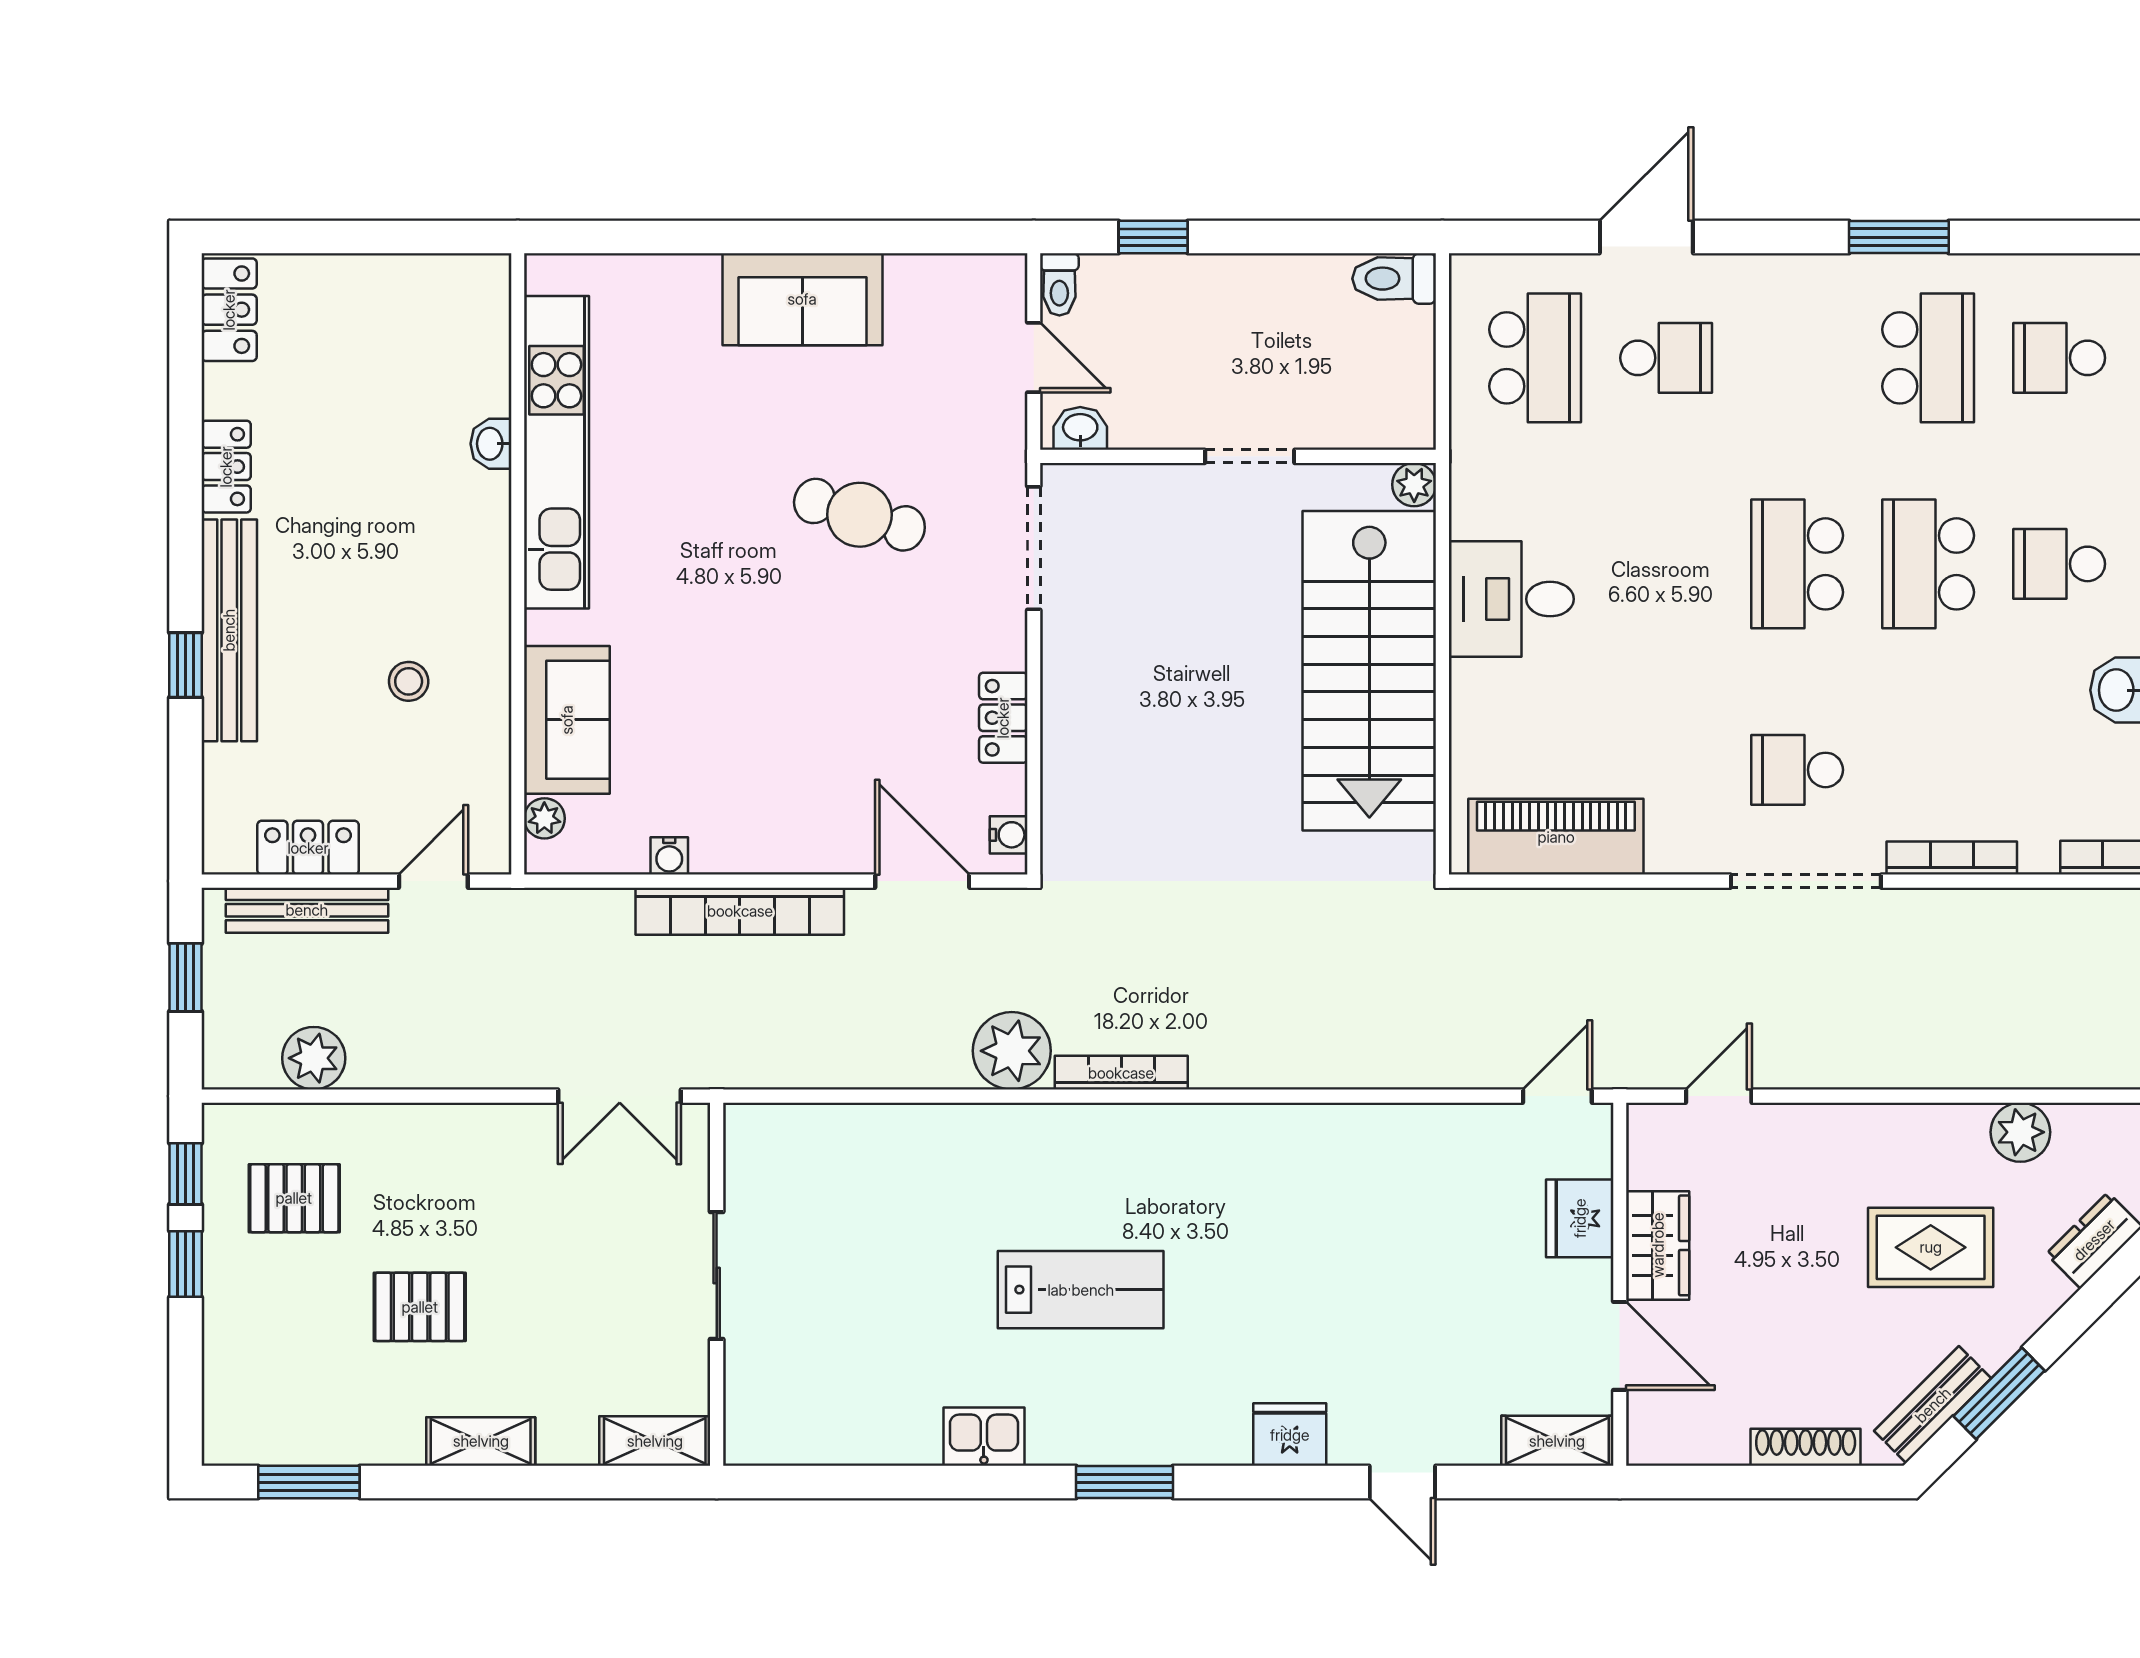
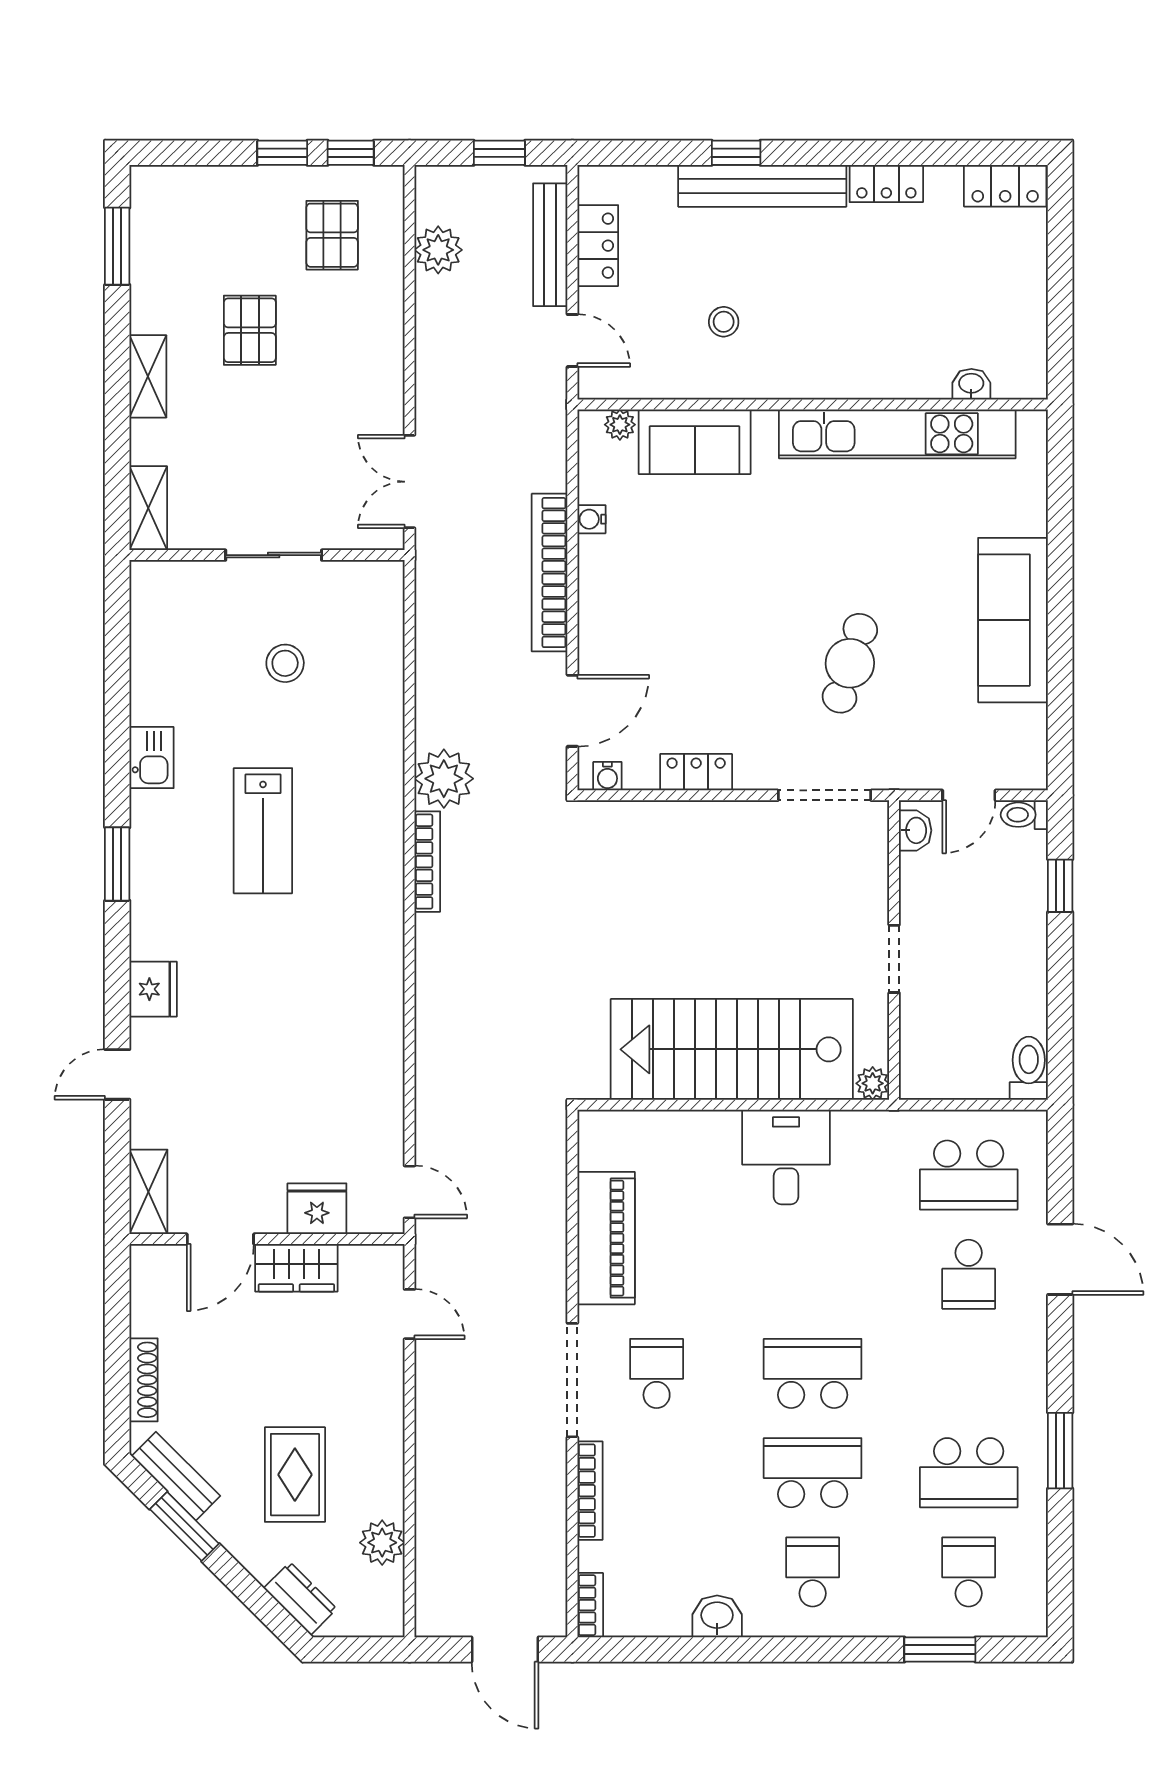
sofa: (802, 299) -> (1013, 620), width x1.36
washbasin: (491, 444) -> (971, 384), moved
piano: (1556, 837) -> (606, 1238), moved
stool: (859, 1260) -> (285, 663), added

